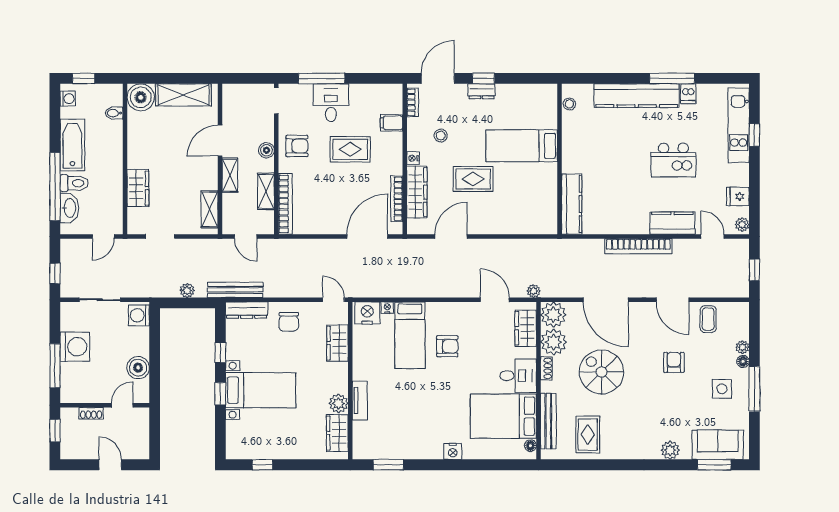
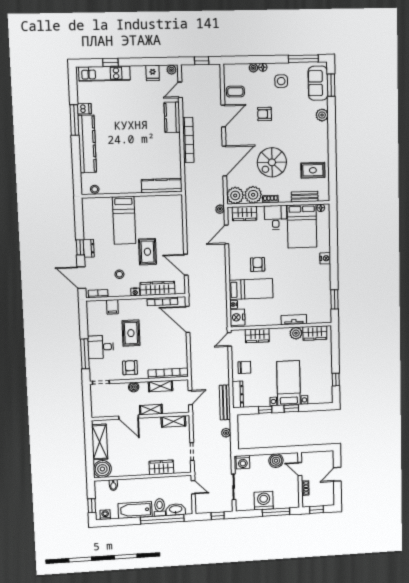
kitchen island: (673, 160) -> (130, 118), removed
window: (754, 389) -> (303, 59), moved
bench: (548, 421) -> (305, 197), width x0.73

